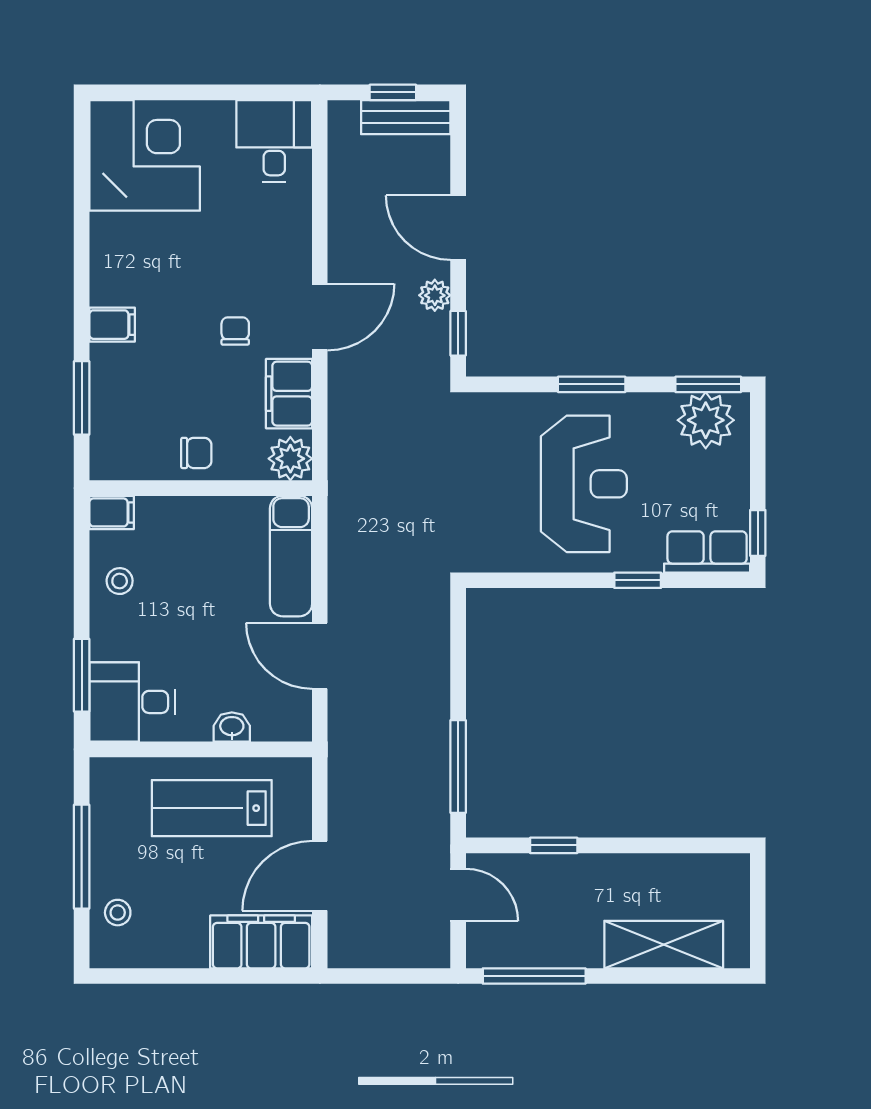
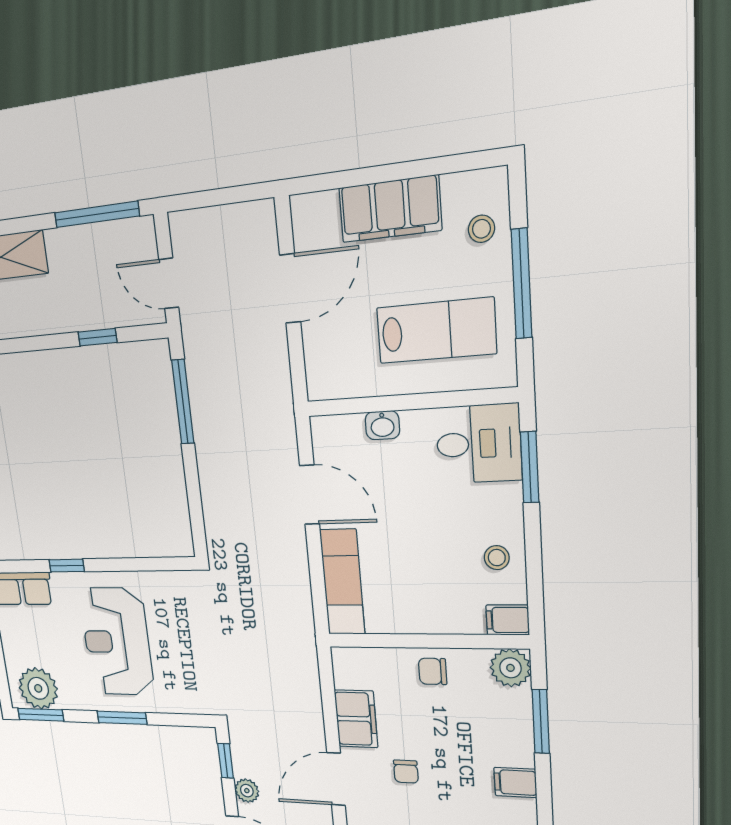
plant: (290, 459) -> (510, 668), moved
lab bench: (212, 808) -> (436, 331), moved
filing cabinet: (261, 942) -> (390, 209), moved

